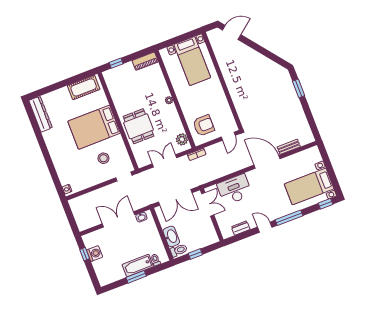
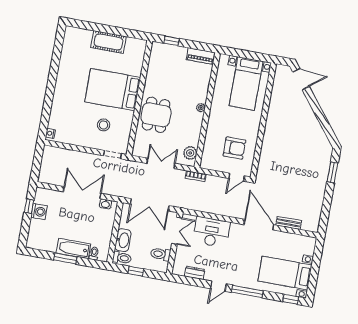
cot: (84, 87) -> (108, 42), moved
dresser: (41, 114) -> (69, 46), removed
armchair: (204, 125) -> (234, 148), moved
door: (265, 227) -> (218, 286), swing flipped
toilet: (206, 230) -> (161, 254), added

